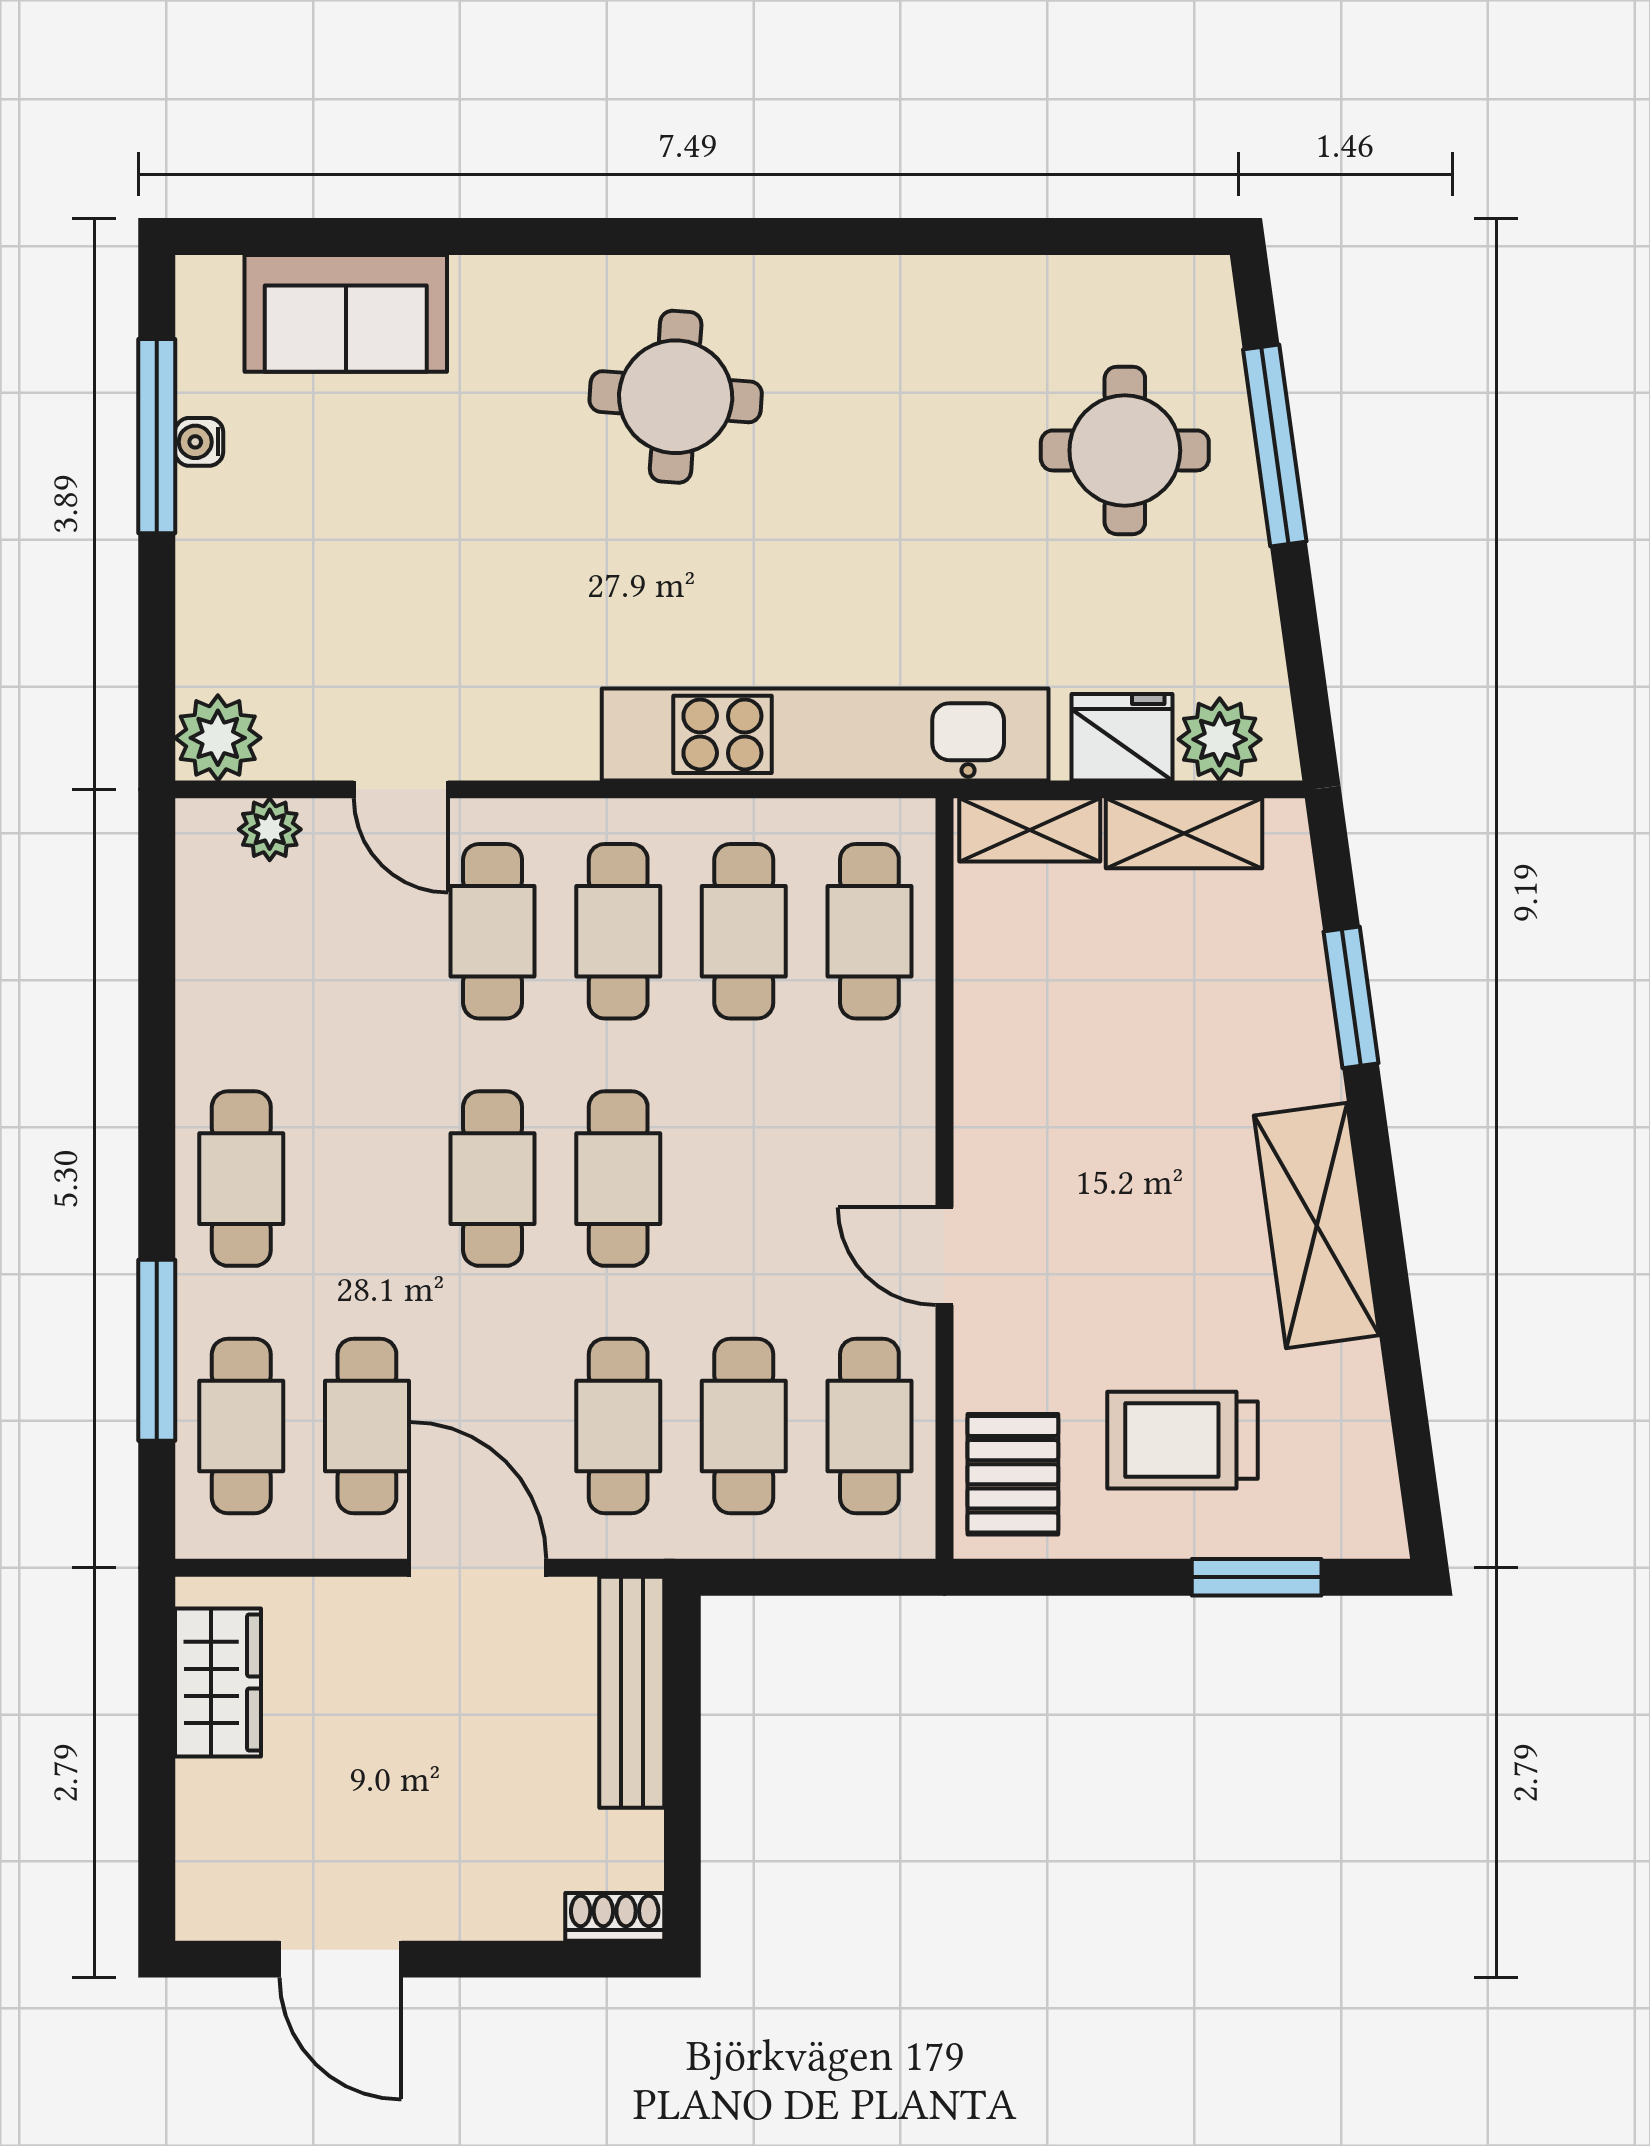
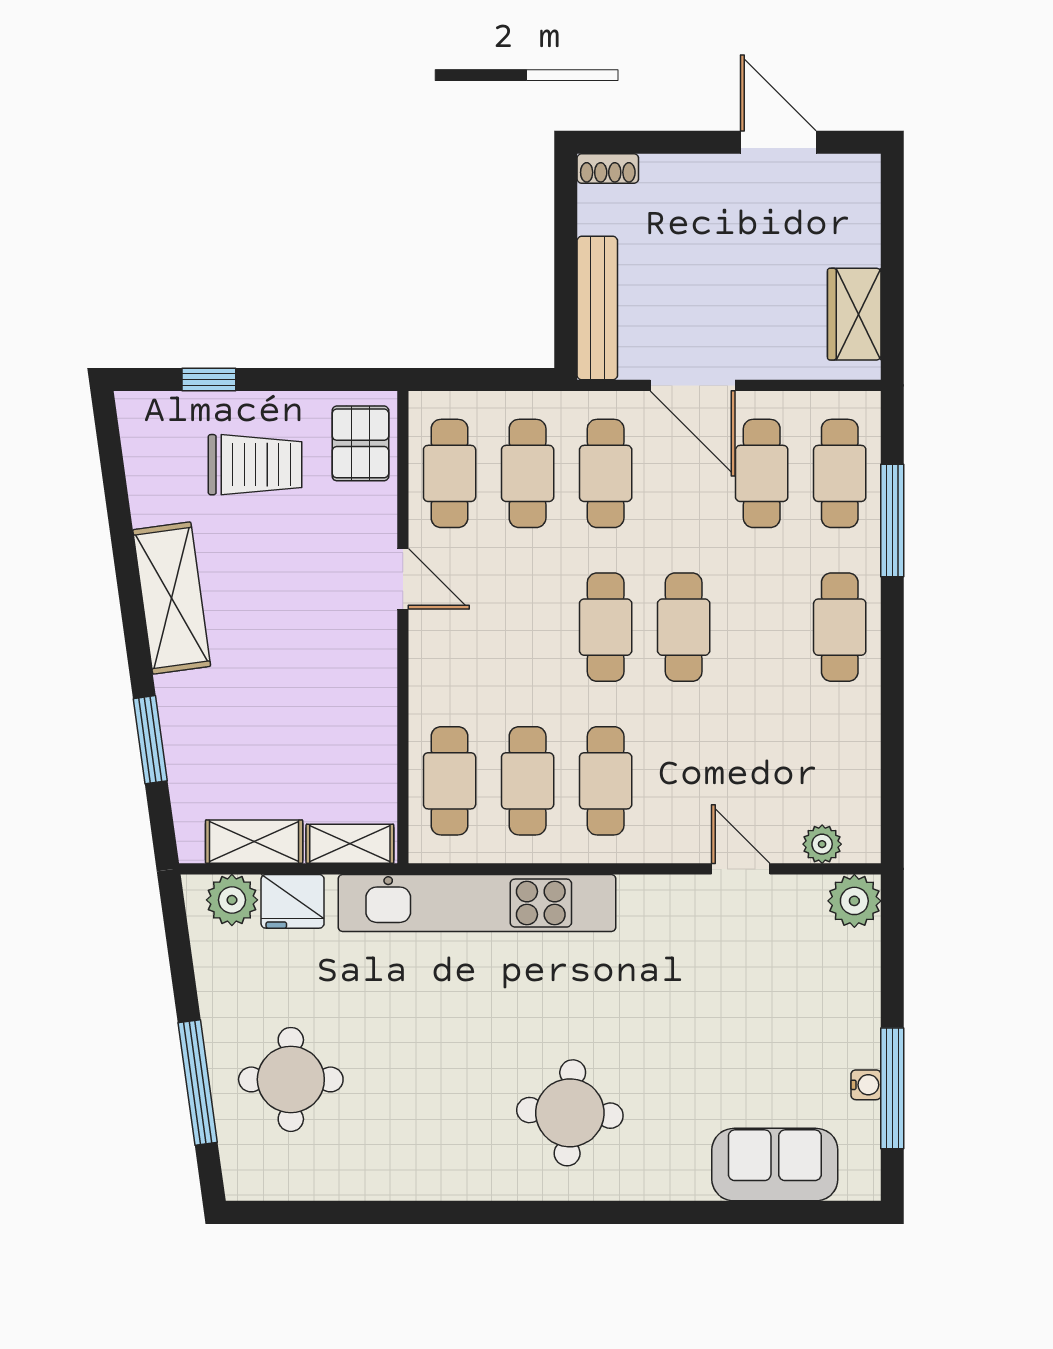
cafe table: (493, 931) -> (684, 781), removed
window: (1257, 1577) -> (209, 379), width x0.67

